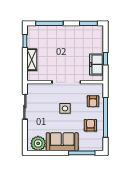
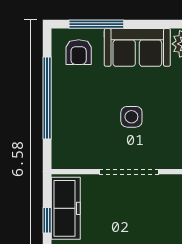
freezer: (97, 64) -> (66, 208), width x1.40
armchair: (93, 101) -> (73, 132), removed
armchair: (90, 125) -> (79, 52), moved

